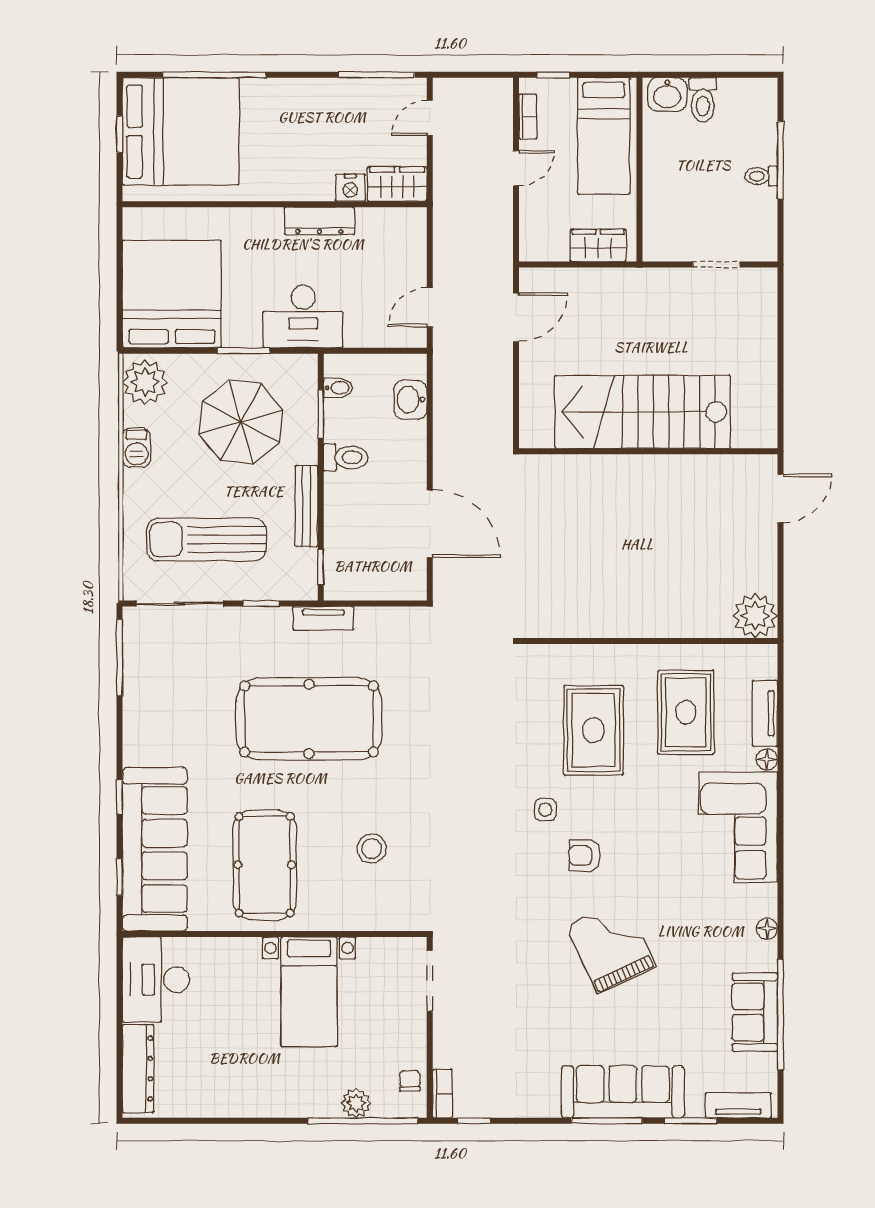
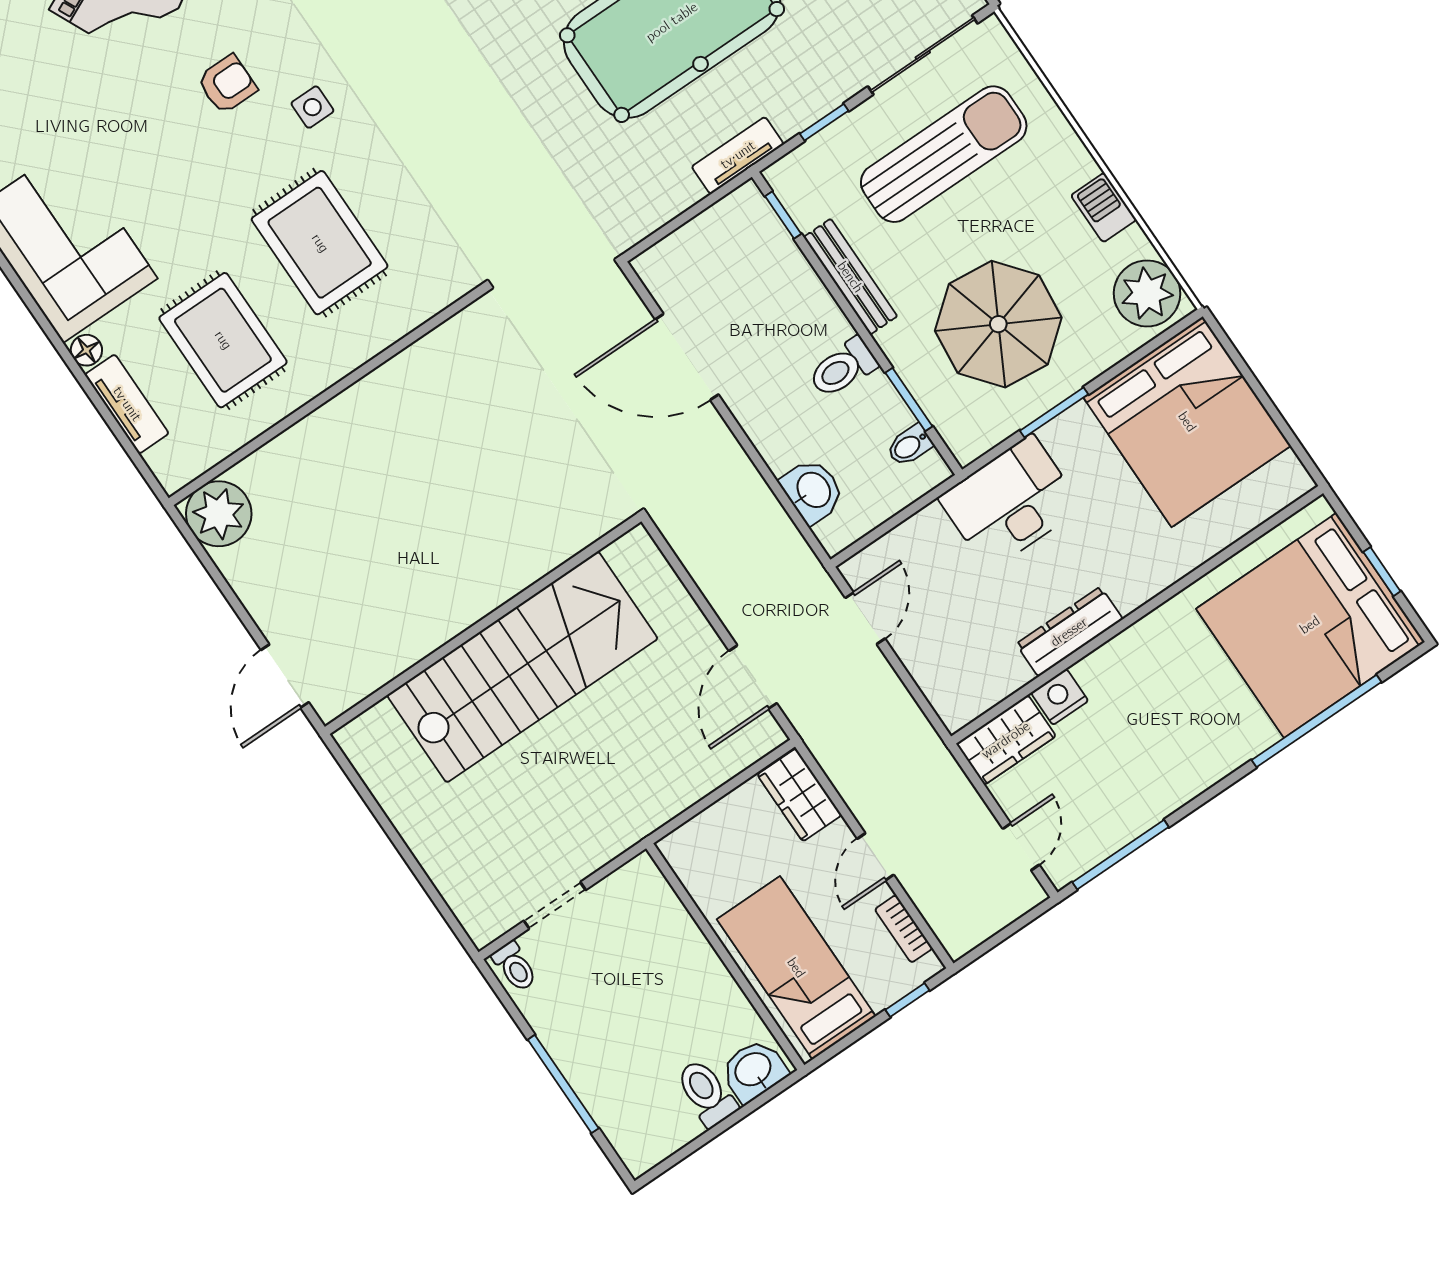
toilet: (761, 176) -> (515, 967), moved, turned 90
wardrobe: (598, 245) -> (799, 795), moved, turned 90

